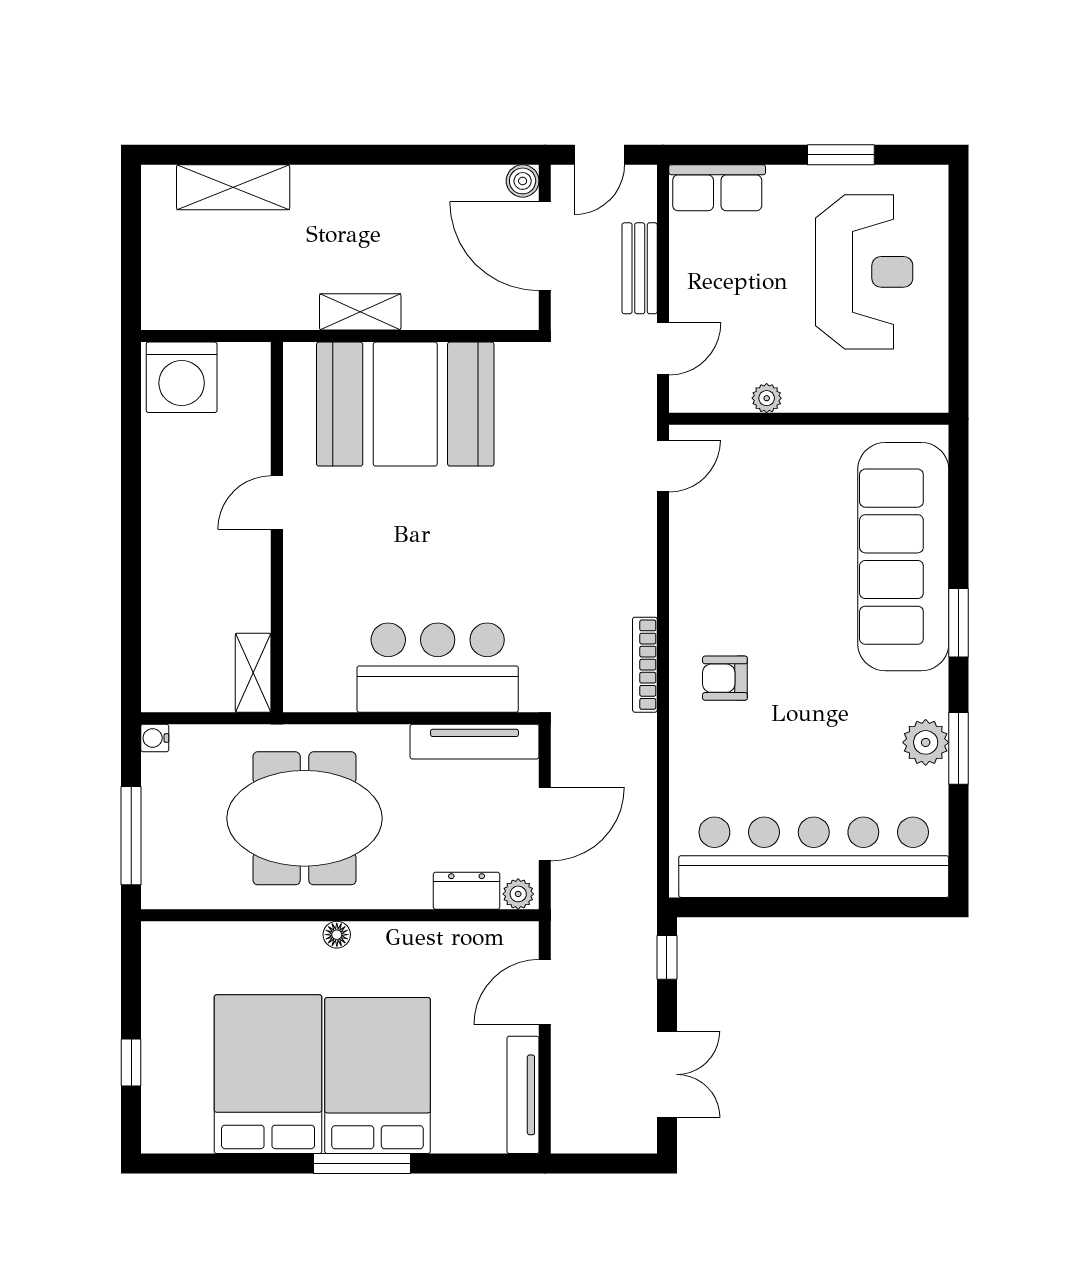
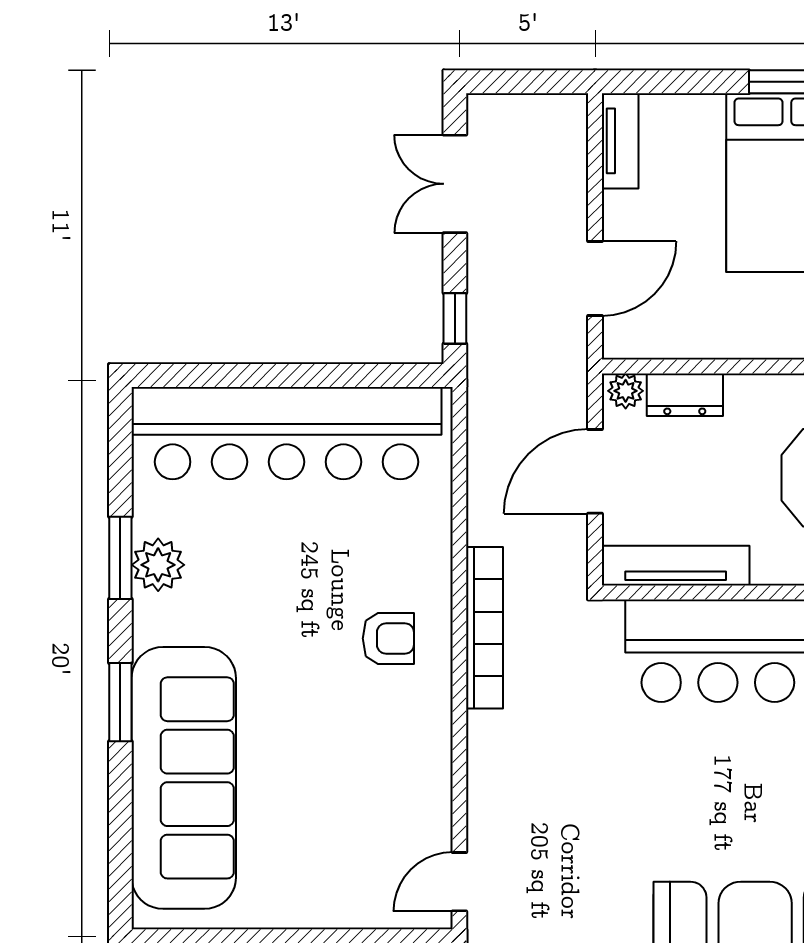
bookcase: (645, 665) -> (485, 628), width x1.48, depth x1.31
tv unit: (523, 1095) -> (620, 141), width x0.71

